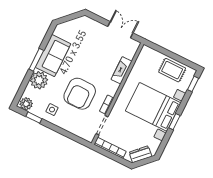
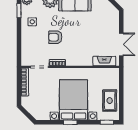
fireplace: (122, 70) -> (104, 61), moved
armchair: (80, 94) -> (55, 37), width x0.53, depth x0.53
dresser: (140, 154) -> (31, 108), removed

